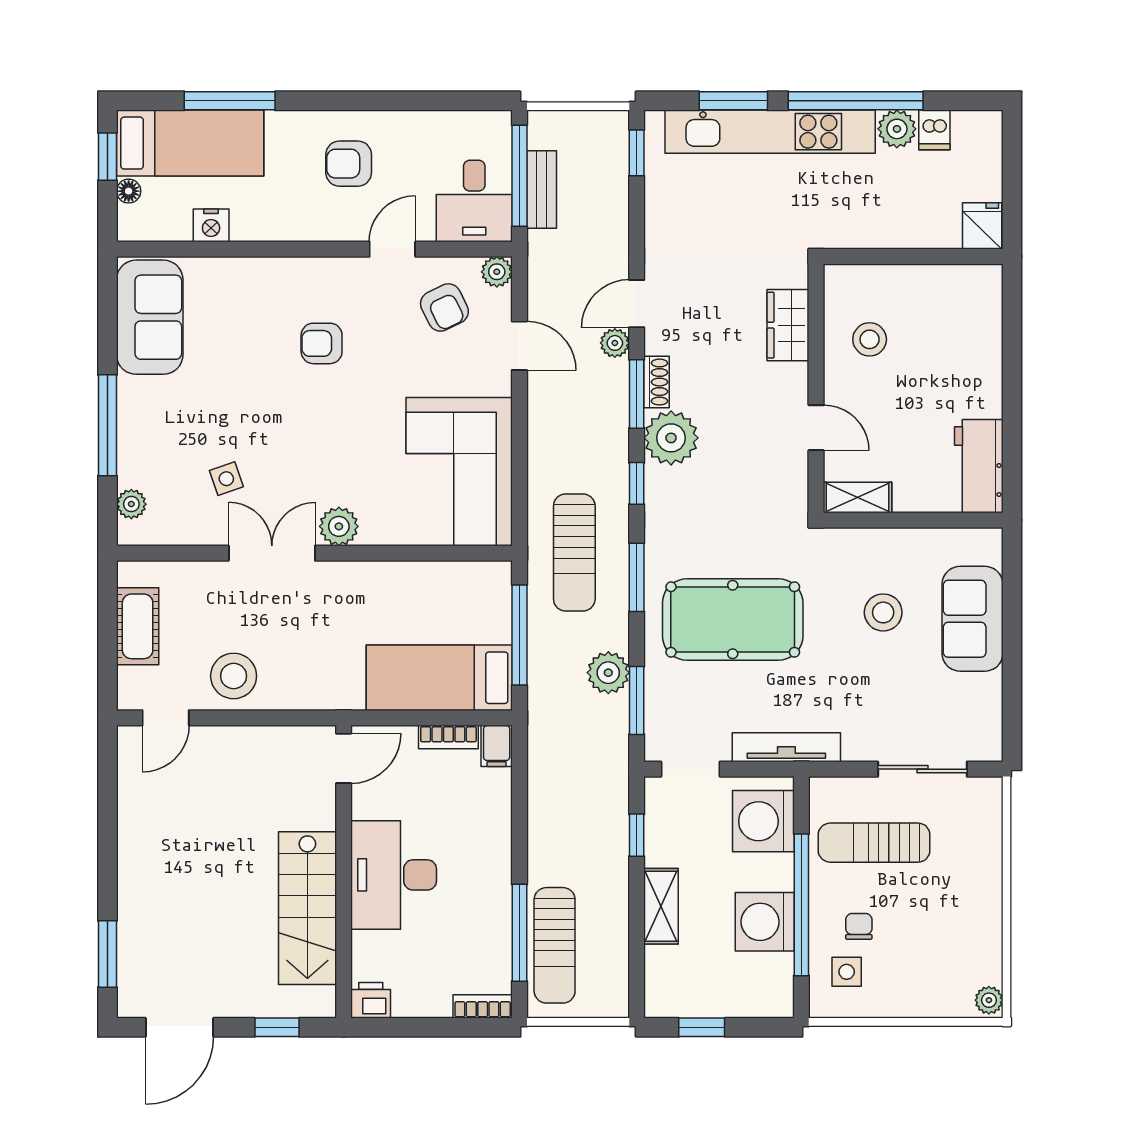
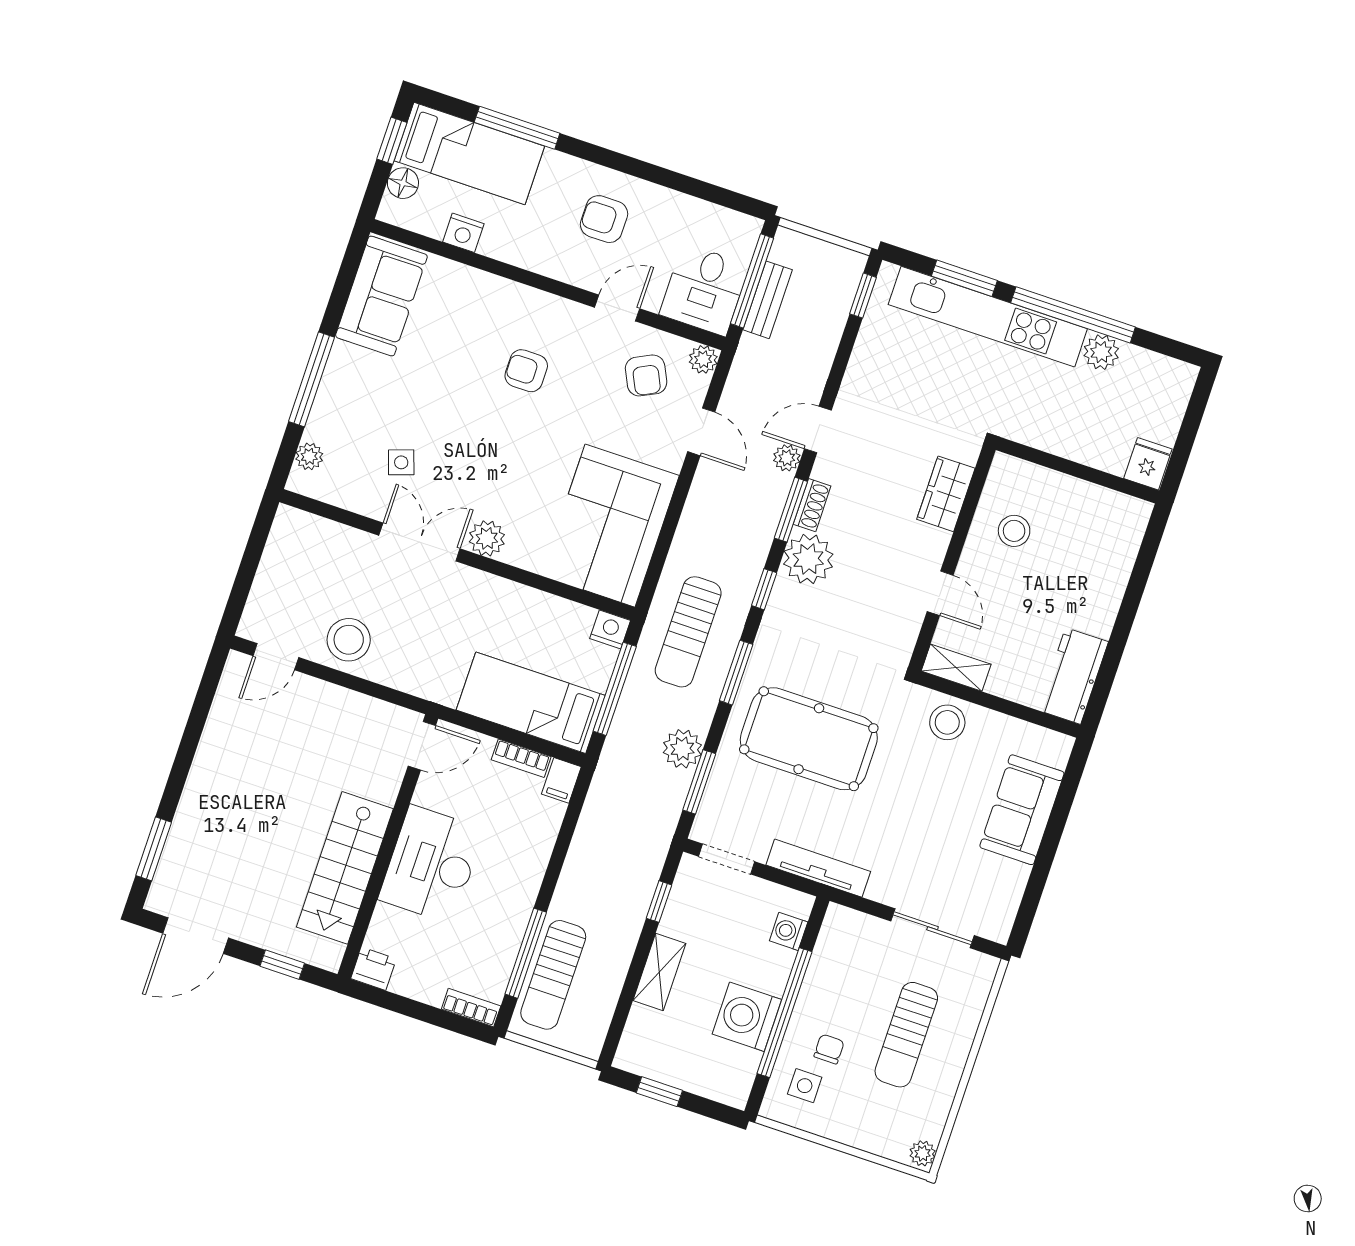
dishwasher: (934, 130) -> (1134, 364), removed
floor lamp: (129, 191) -> (403, 183), width x1.37, depth x1.37
nightstand: (495, 577) -> (610, 629), added
stool: (883, 612) -> (947, 722), moved
cot: (138, 626) -> (278, 567), removed
washing machine: (763, 821) -> (789, 931), width x0.53, depth x0.53
sun lounger: (874, 843) -> (906, 1035), moved, turned -90

